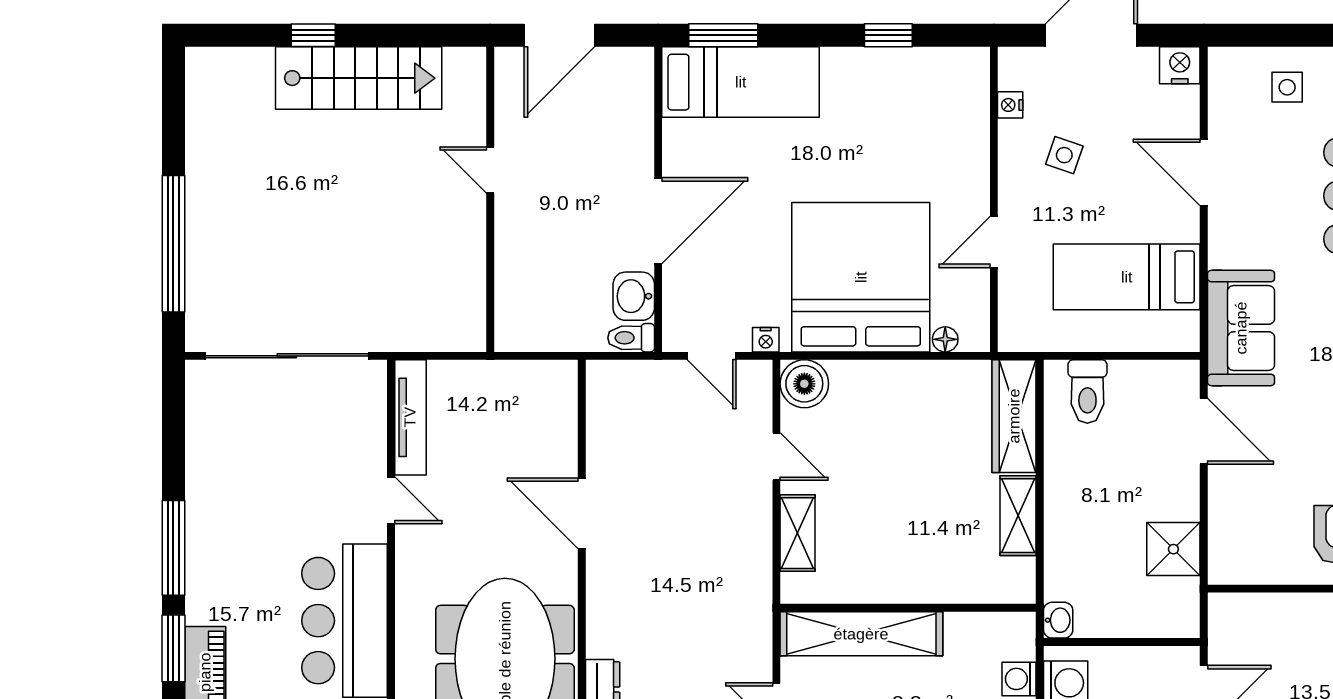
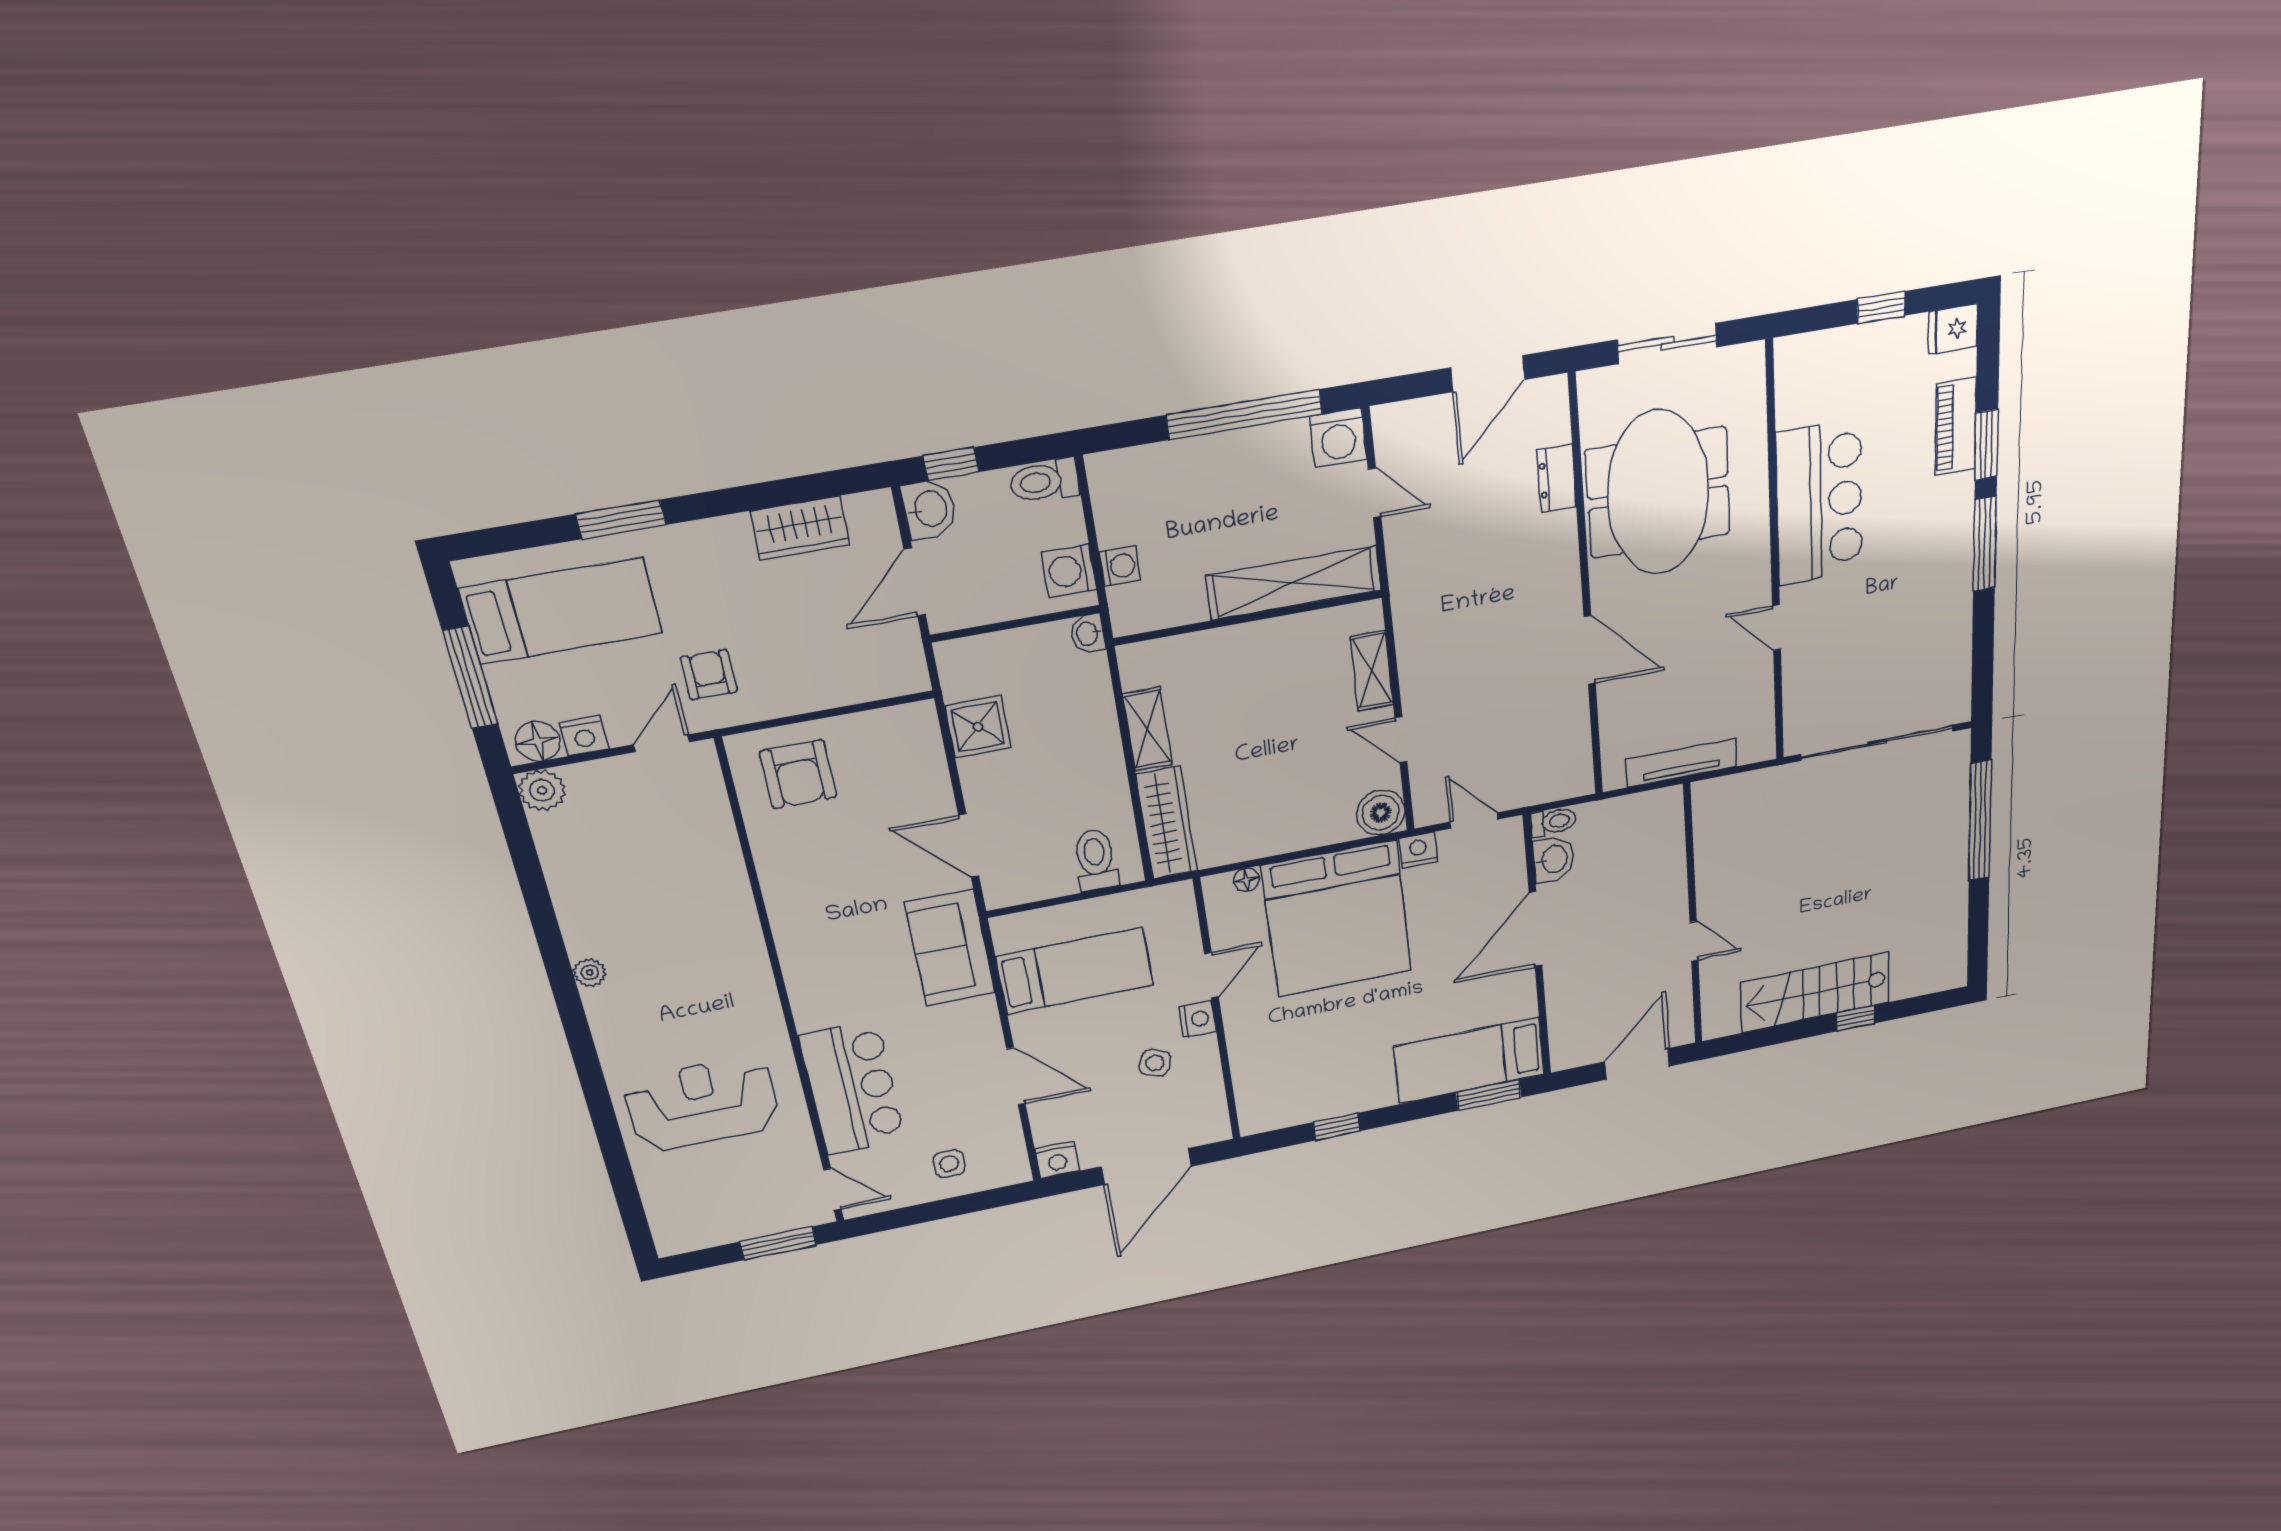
nightstand: (1010, 105) -> (1197, 1019), moved, width x1.39, depth x1.35
nightstand: (766, 340) -> (1418, 850), width x1.39, depth x1.35
tv unit: (410, 417) -> (1681, 763), moved, turned 90

